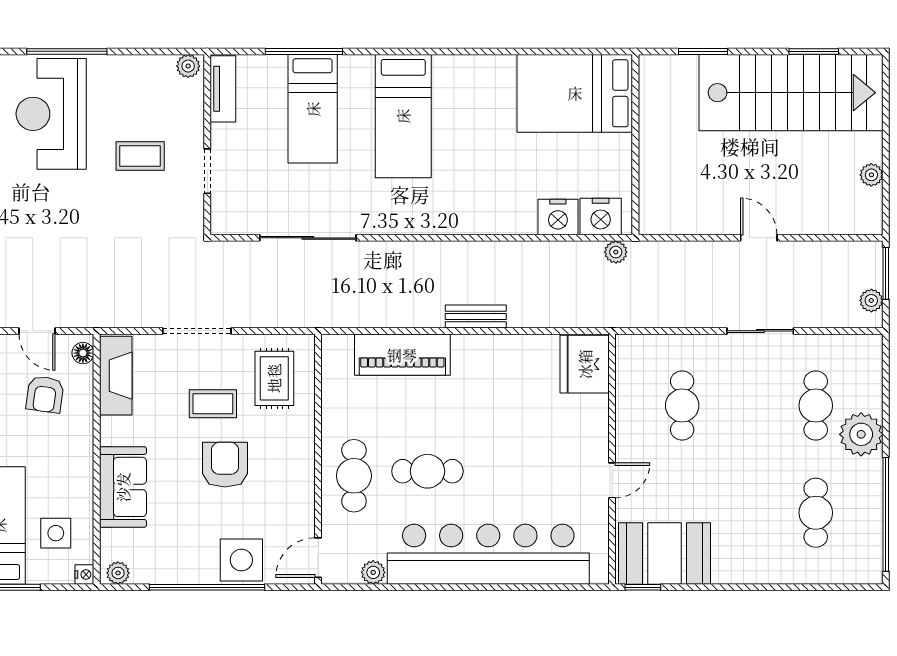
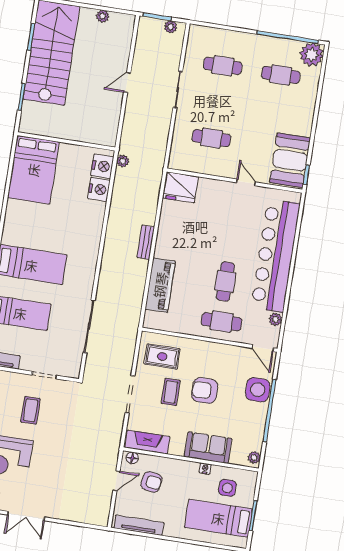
plant: (861, 434) -> (312, 55), moved
nightstand: (84, 574) -> (205, 468), moved

